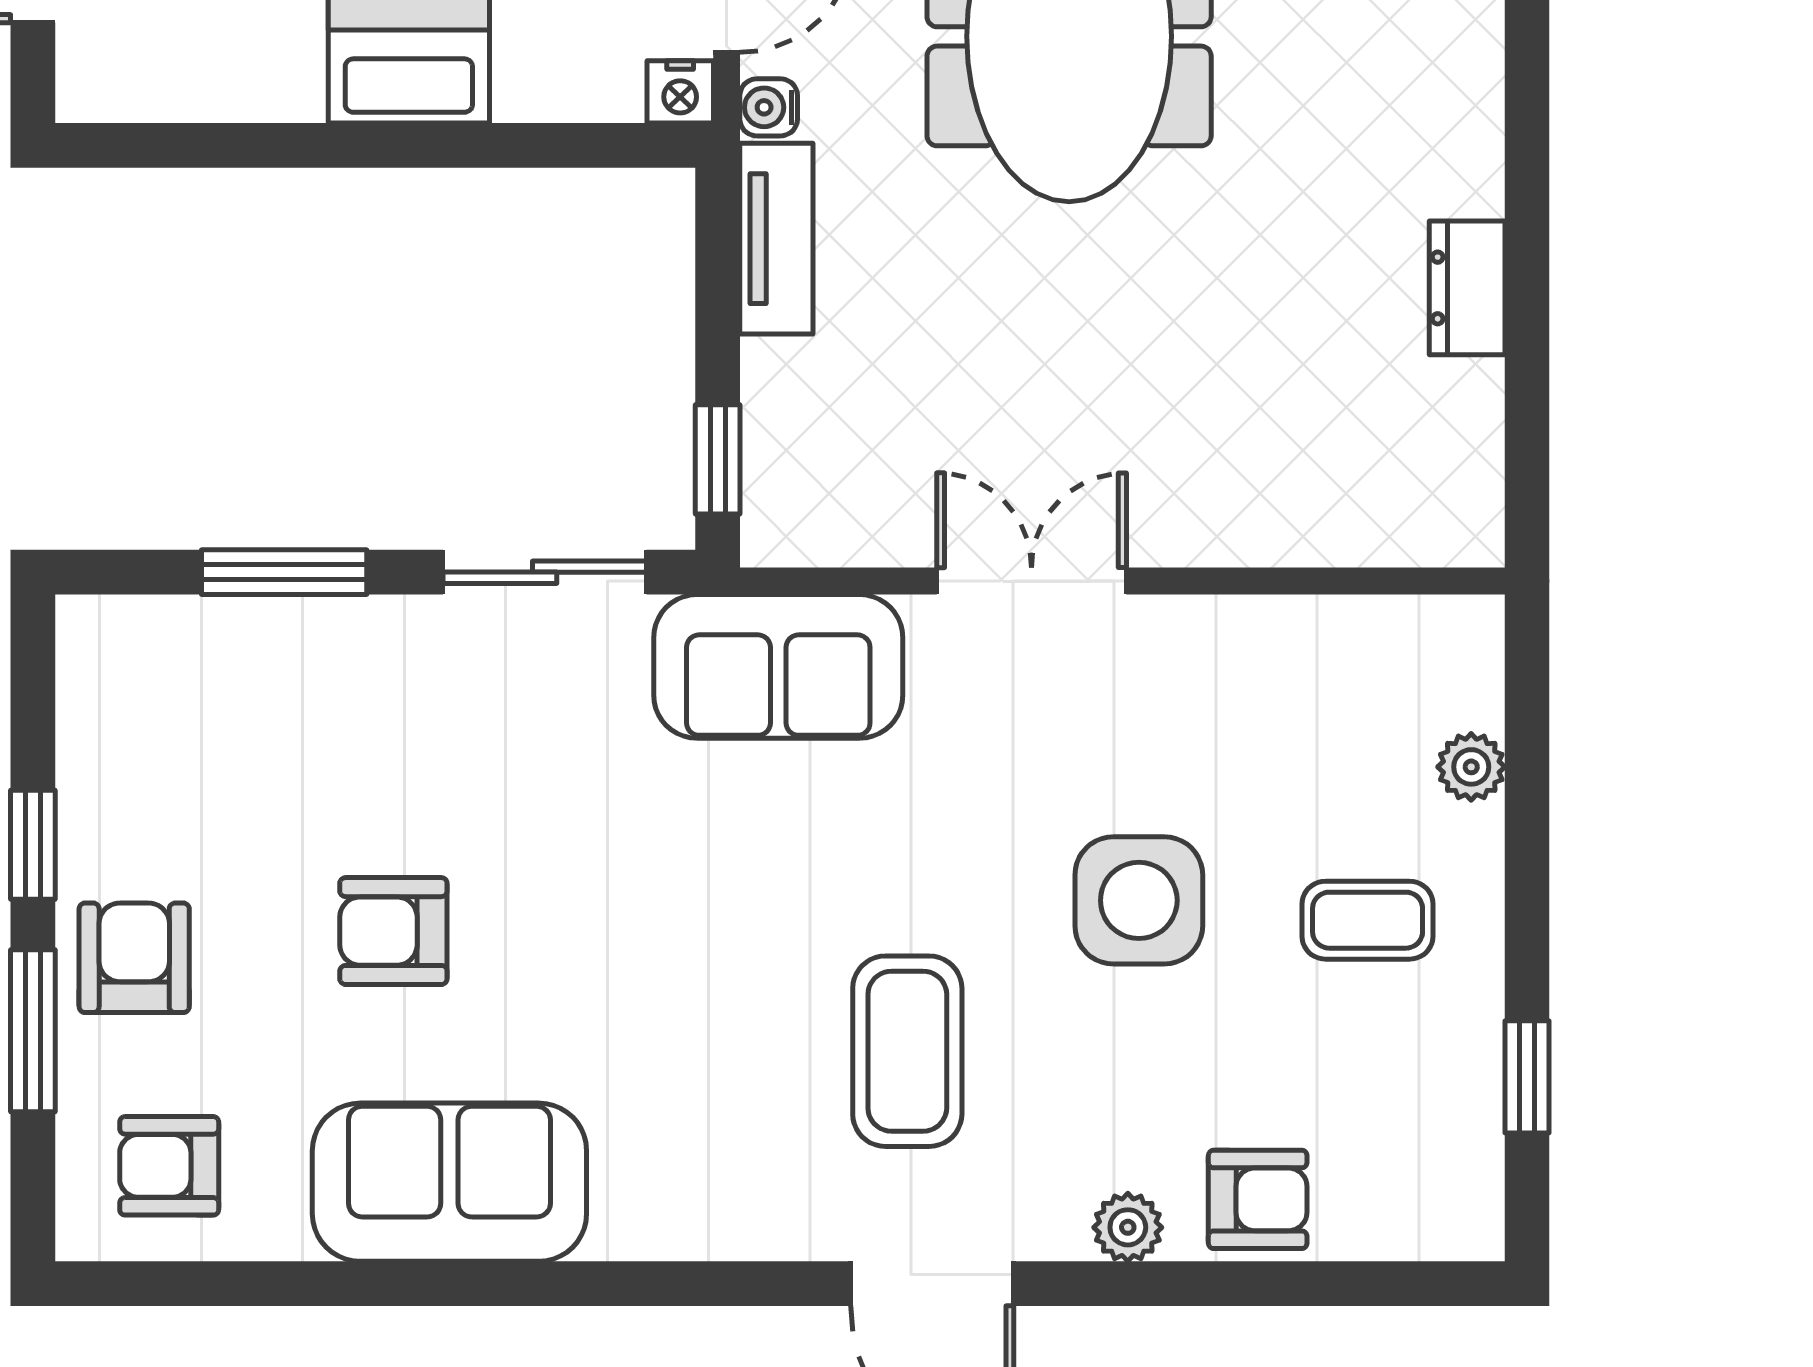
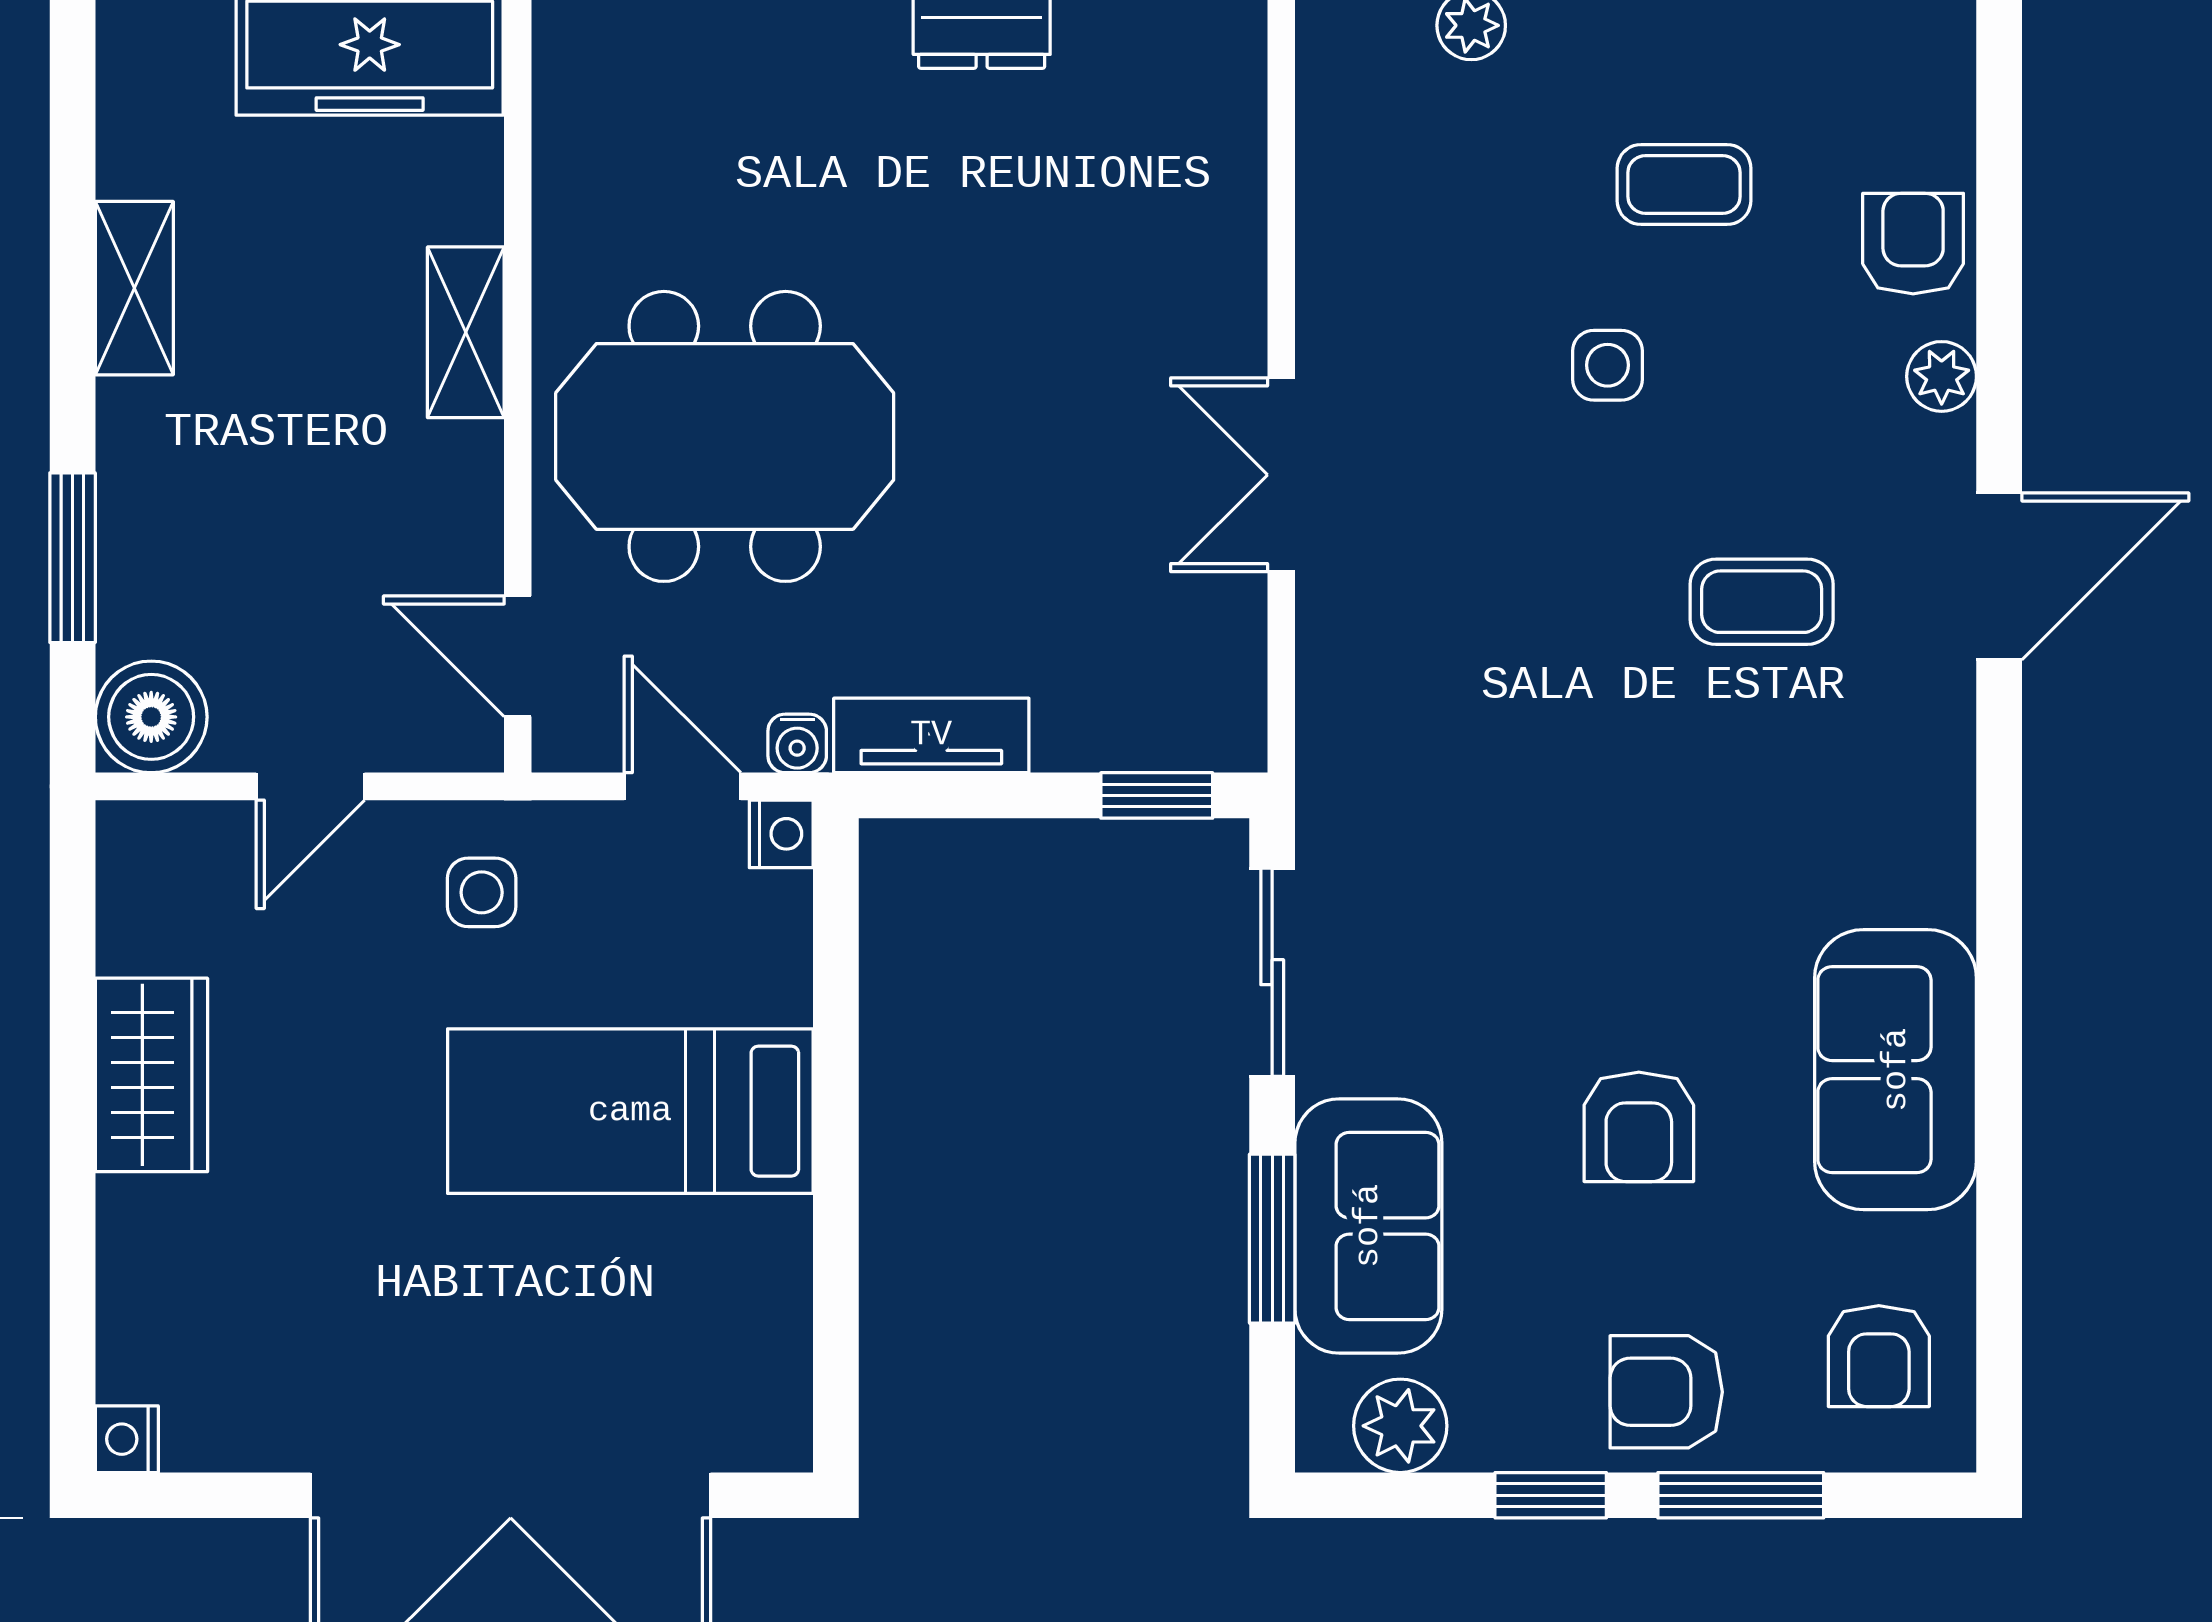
sofa: (778, 666) -> (1368, 1226), moved
plant: (101, 698) -> (1400, 1426), added
side table: (1139, 900) -> (1608, 365), width x0.54, depth x0.54
coffee table: (1368, 920) -> (1684, 184), moved, turned 90
coffee table: (907, 1051) -> (1762, 602), width x0.73, depth x0.77

